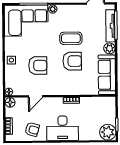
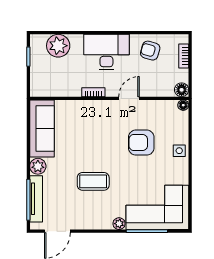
armchair: (72, 61) -> (92, 148), removed
door: (36, 96) -> (129, 98), moved
plant: (108, 132) -> (58, 46), moved

